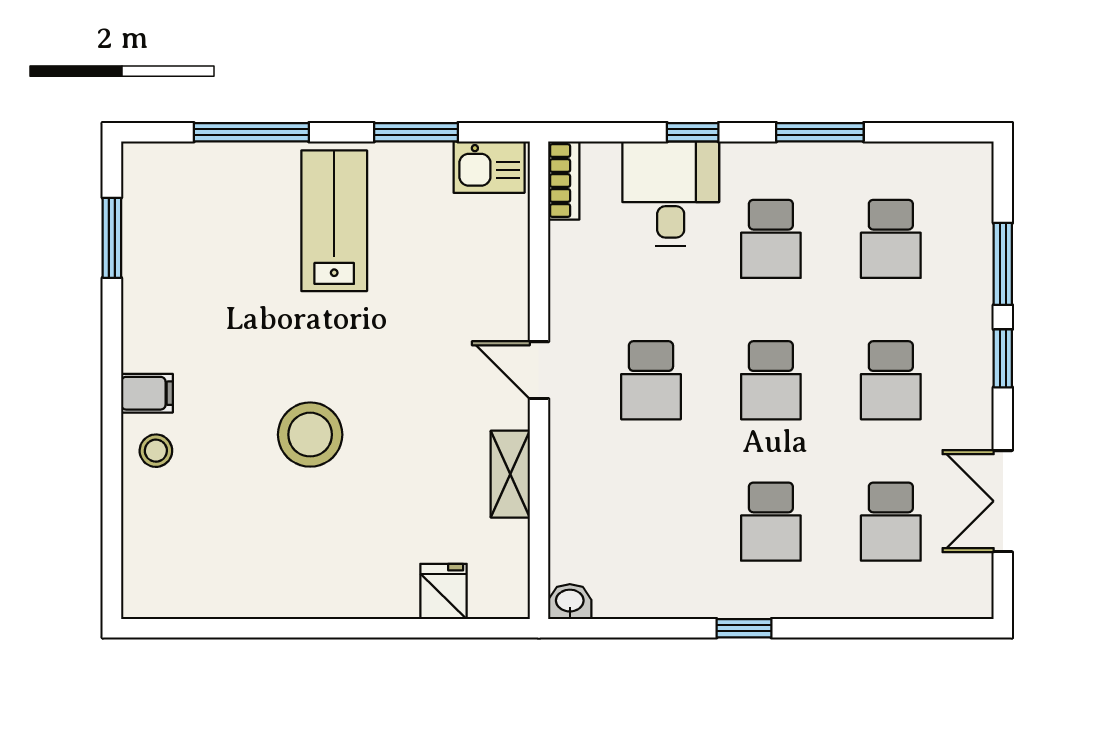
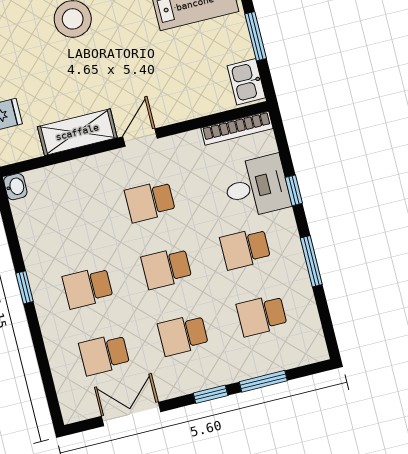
bookcase: (564, 181) -> (237, 128), width x1.56
shelving: (510, 474) -> (77, 132), width x1.50, depth x1.33

